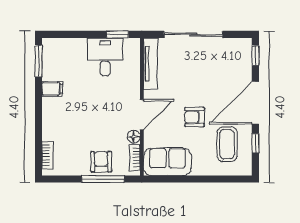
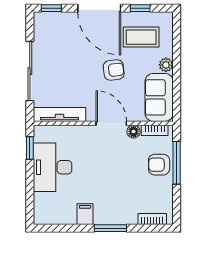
desk: (105, 57) -> (53, 167), width x1.37
window: (39, 61) -> (110, 228), moved
armchair: (194, 117) -> (114, 70), turned -97
plant: (200, 169) -> (166, 65), added

